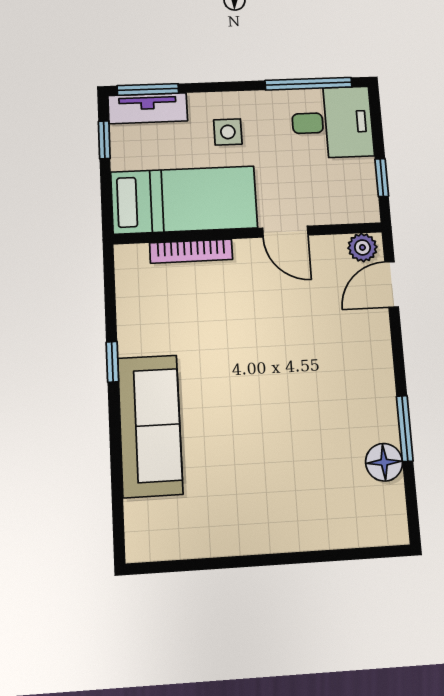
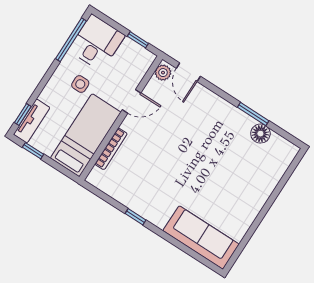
window: (148, 89) -> (23, 115), width x0.67
side table: (228, 132) -> (80, 84), moved
sofa: (150, 426) -> (201, 237), moved

